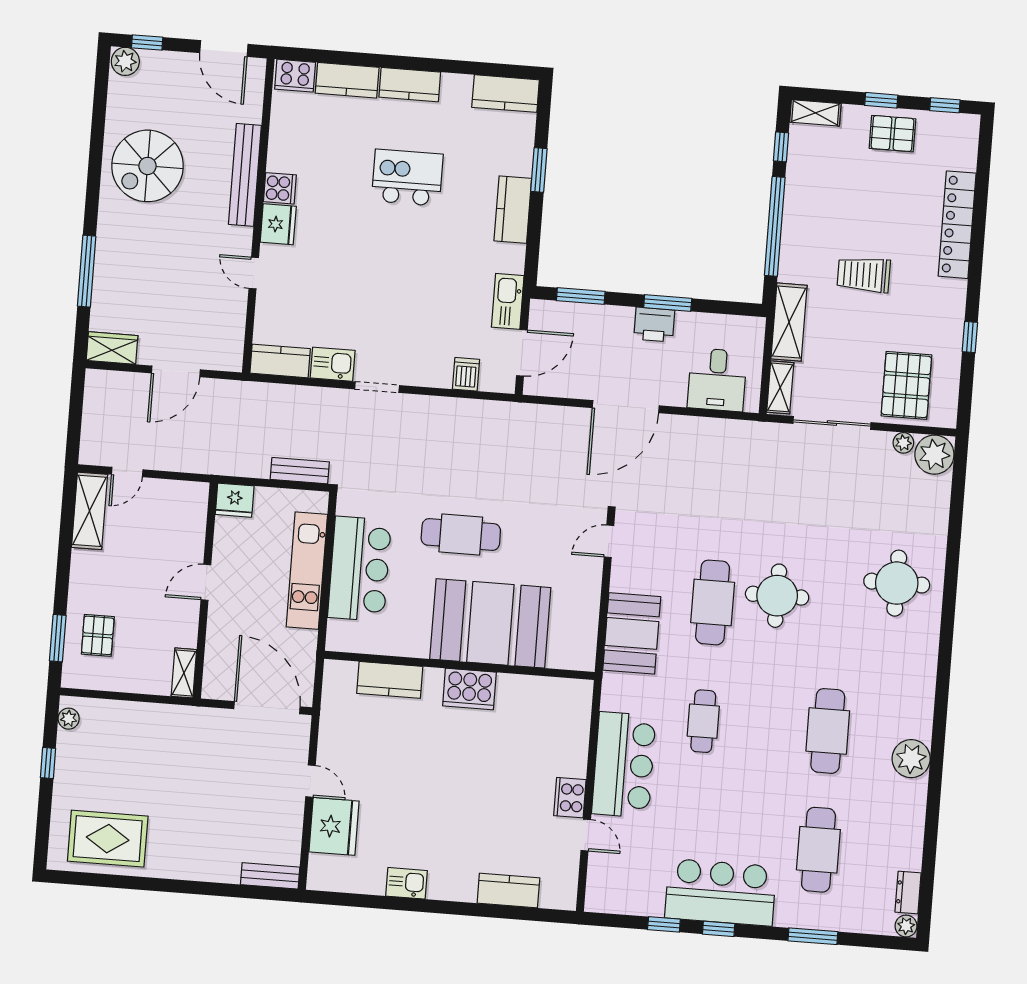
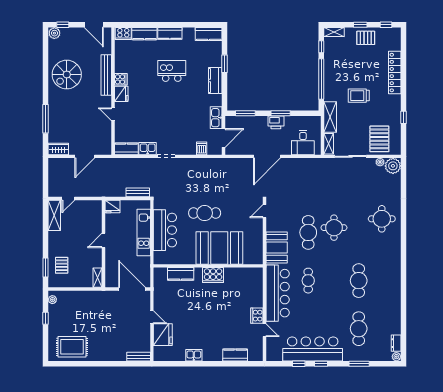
plant: (911, 759) -> (393, 289), removed
bar counter: (624, 765) -> (278, 293), width x1.36
bar counter: (721, 892) -> (313, 349), width x1.36

